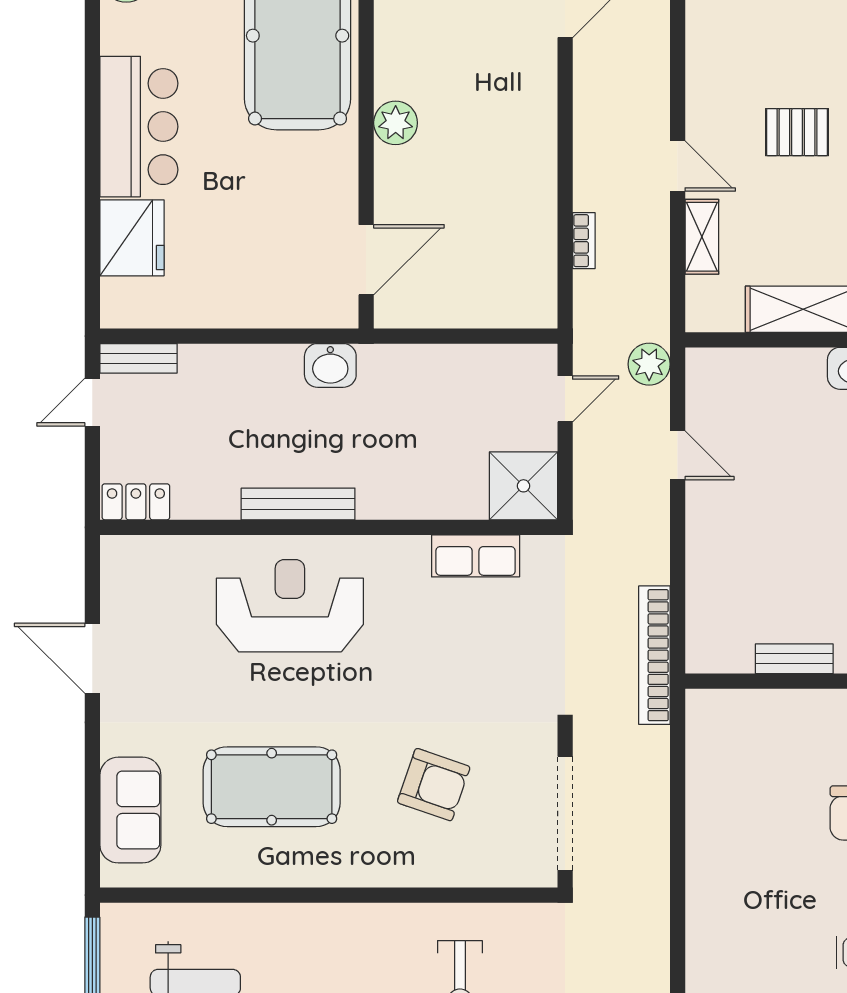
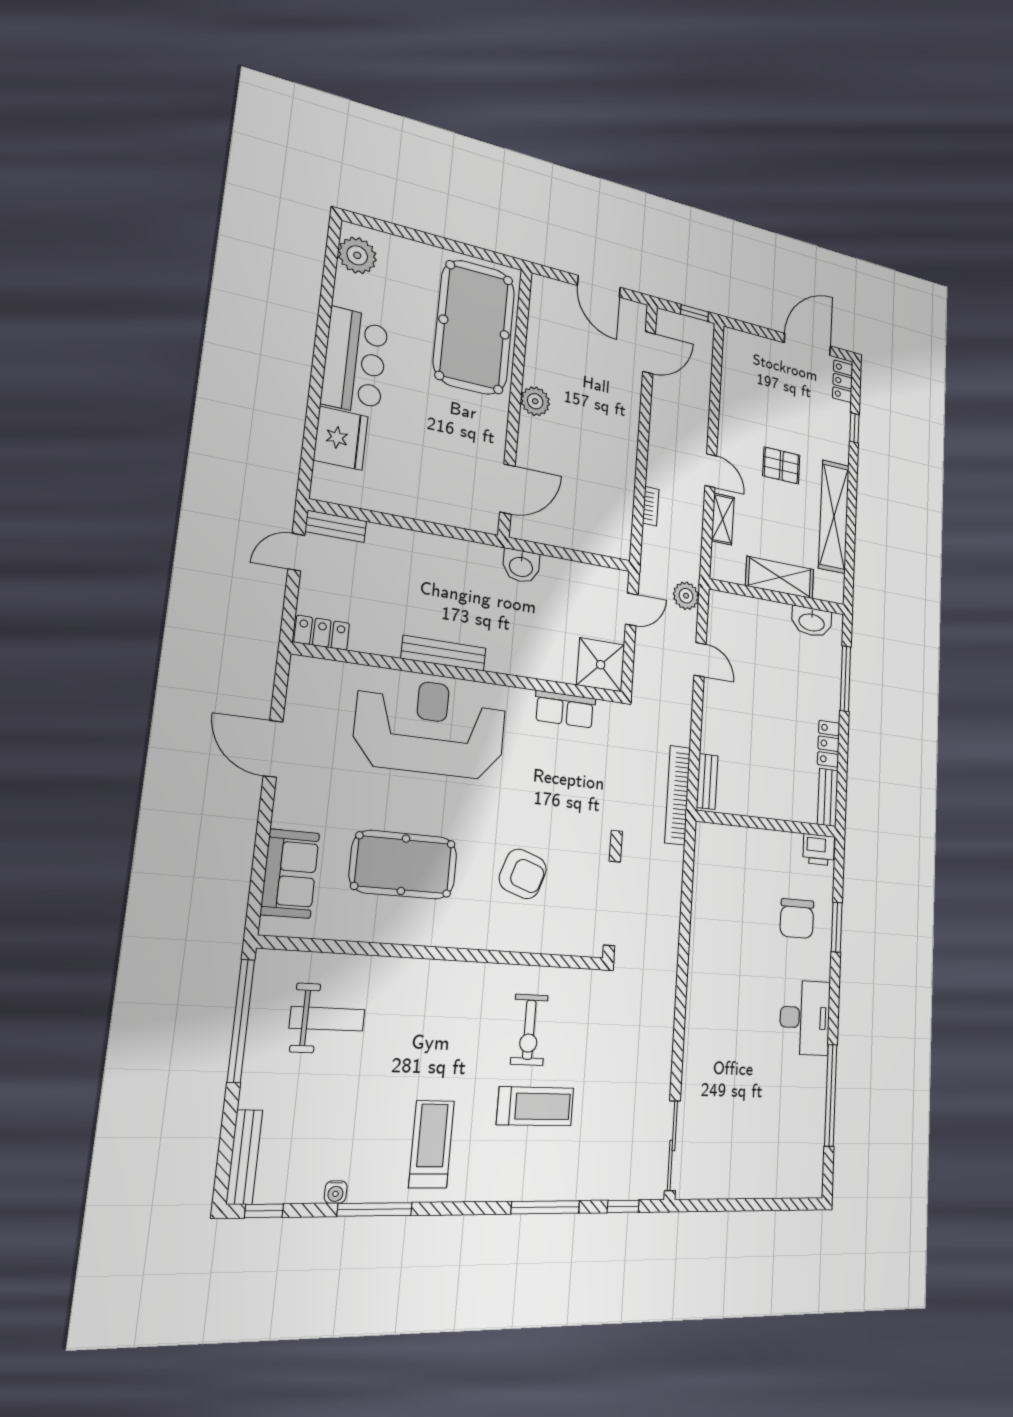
washbasin: (330, 365) -> (521, 566), moved
reception desk: (290, 606) -> (431, 728), width x1.36, depth x1.30
bench: (794, 659) -> (707, 782), moved, turned 90

